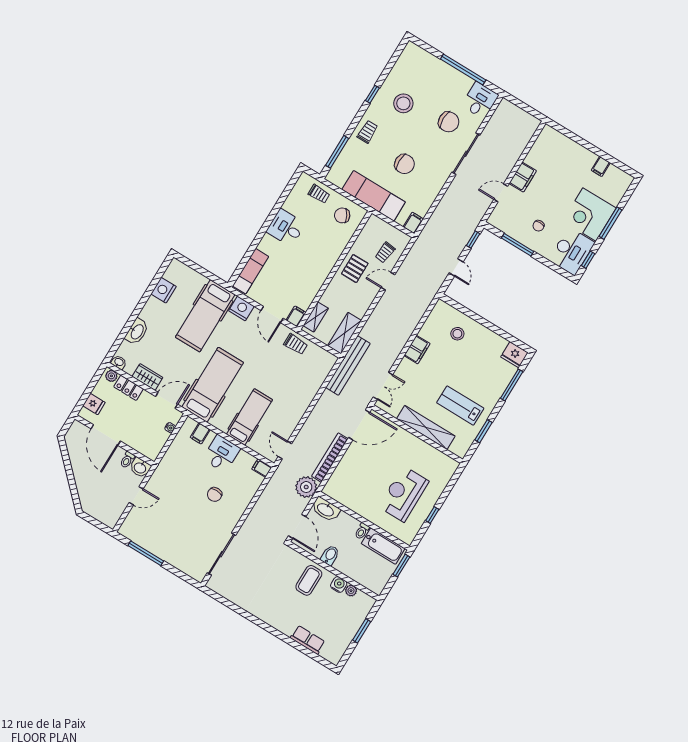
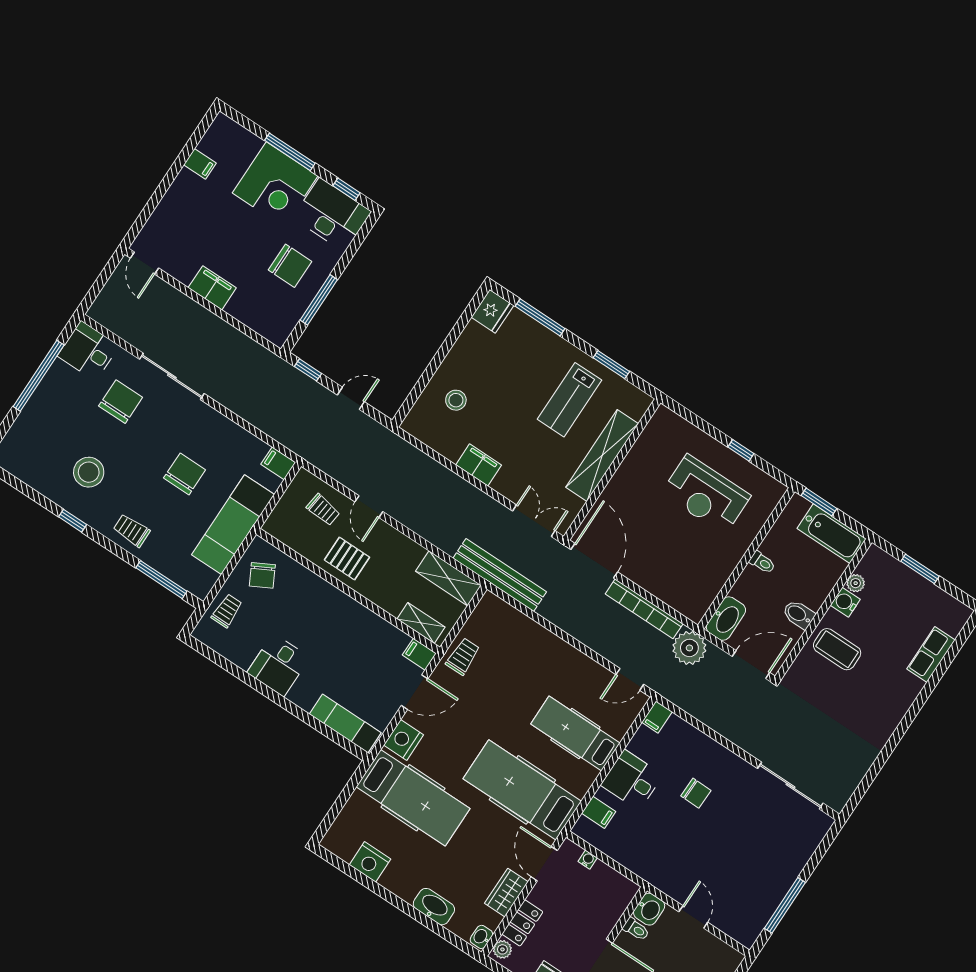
door: (501, 193) -> (145, 263), moved
chair: (538, 226) -> (290, 266), width x1.87, depth x1.87
bathtub: (383, 546) -> (832, 534), moved, turned 90

